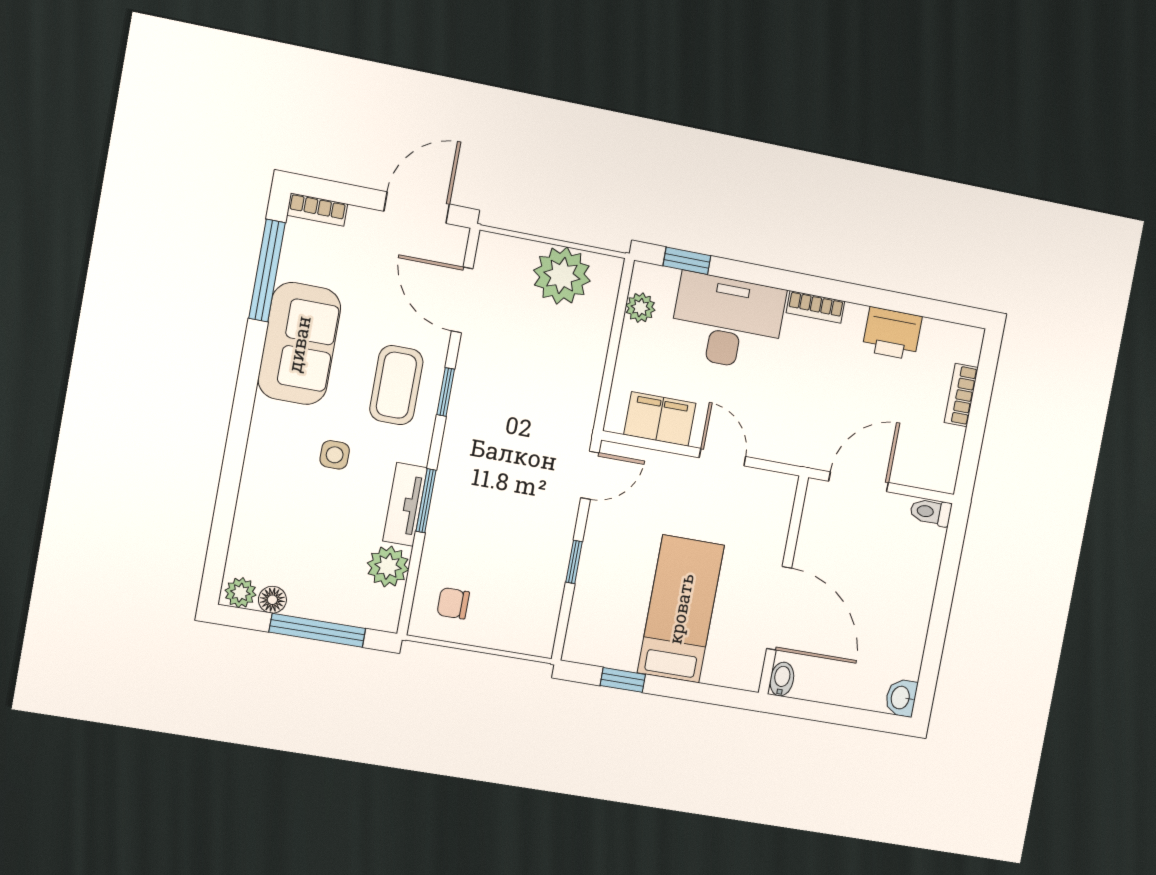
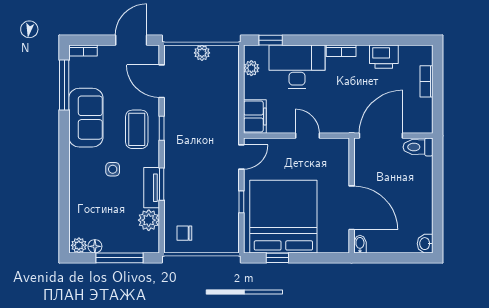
plant: (562, 276) -> (202, 53), width x0.53, depth x0.53
filing cabinet: (660, 419) -> (255, 117), moved, turned 90
door: (859, 482) -> (381, 136), width x1.36
toilet: (931, 512) -> (418, 147), width x1.37, depth x1.39
bed: (681, 609) -> (283, 217), width x2.04

